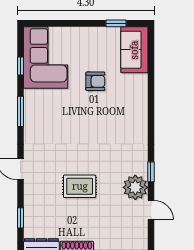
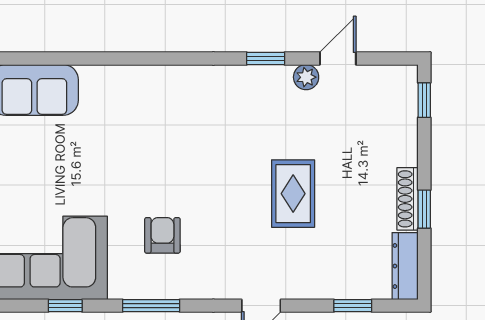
armchair: (95, 81) -> (162, 235), moved
plant: (135, 187) -> (306, 77), width x0.53, depth x0.53

